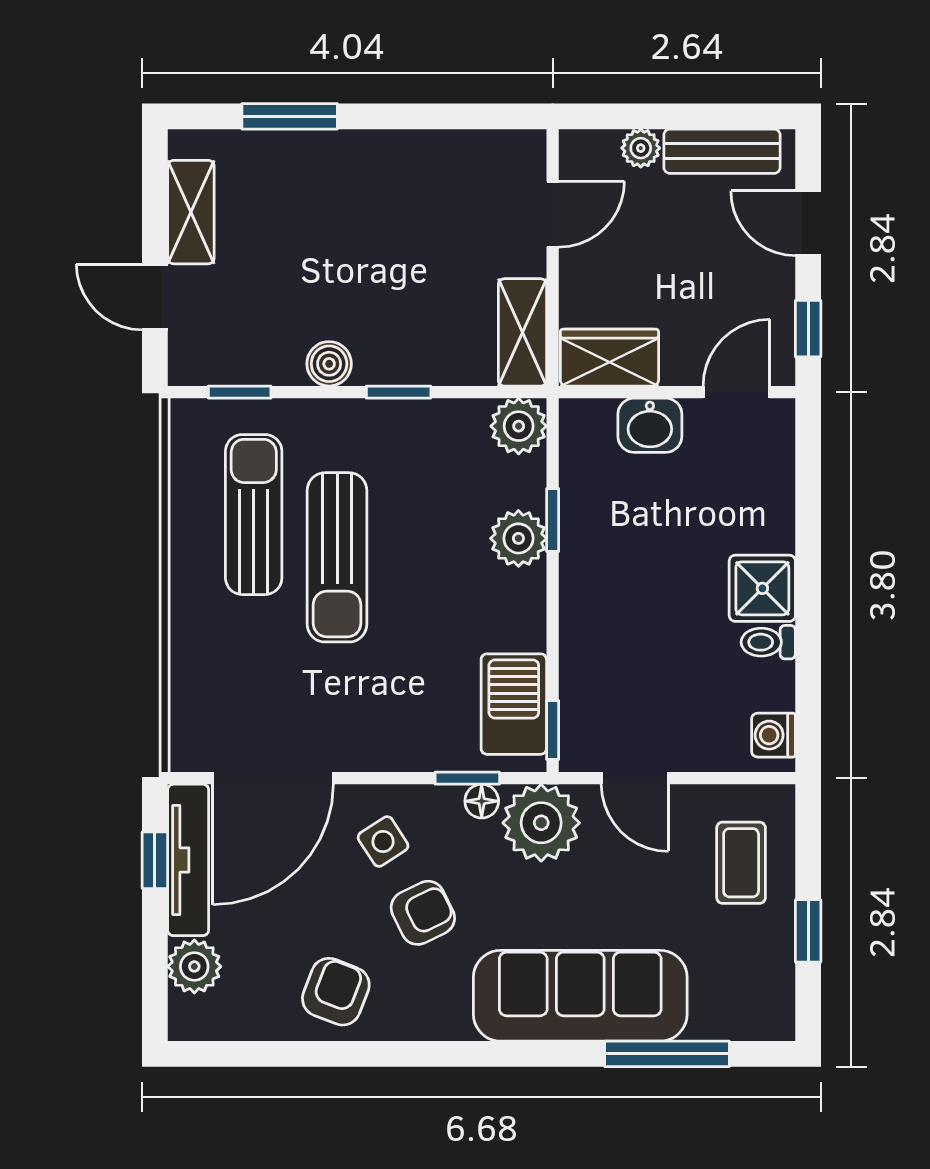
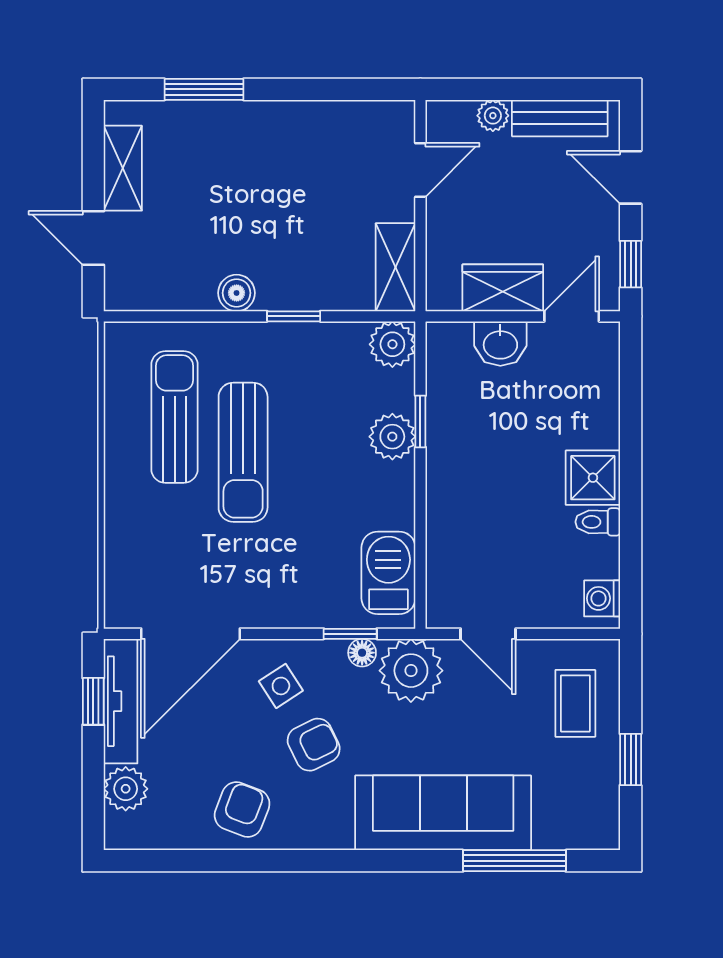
wardrobe: (609, 358) -> (503, 288), moved
window: (240, 392) -> (163, 316), removed
window: (553, 730) -> (420, 594), removed

